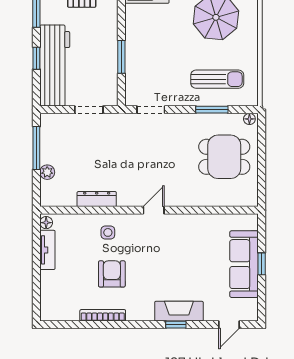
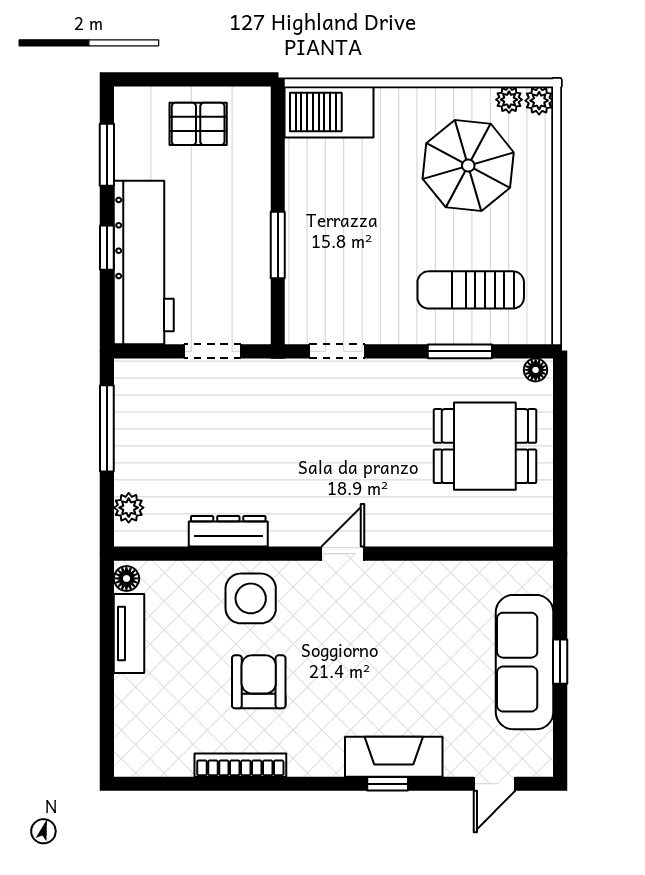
sun lounger: (217, 79) -> (471, 290), turned 180
plant: (47, 172) -> (129, 508), moved
side table: (108, 232) -> (251, 598), width x1.87, depth x1.87

